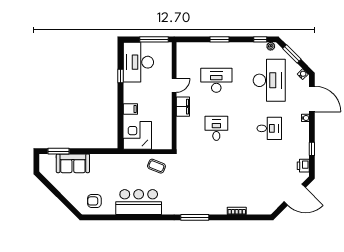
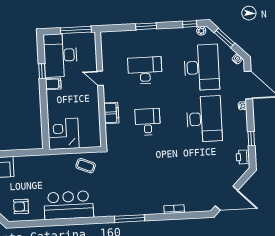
door: (174, 85) -> (100, 78), swing flipped
filing cabinet: (183, 107) -> (111, 113), moved
filing cabinet: (130, 109) -> (53, 84), moved
desk: (269, 128) -> (204, 119), width x1.87, depth x1.30
door: (295, 195) -> (227, 198), moved

